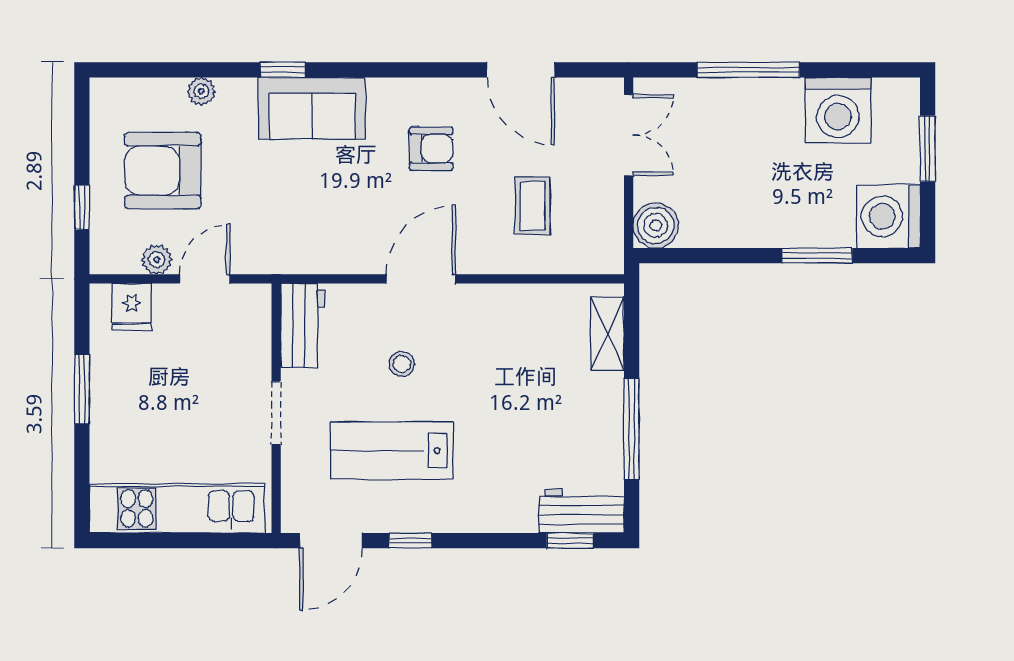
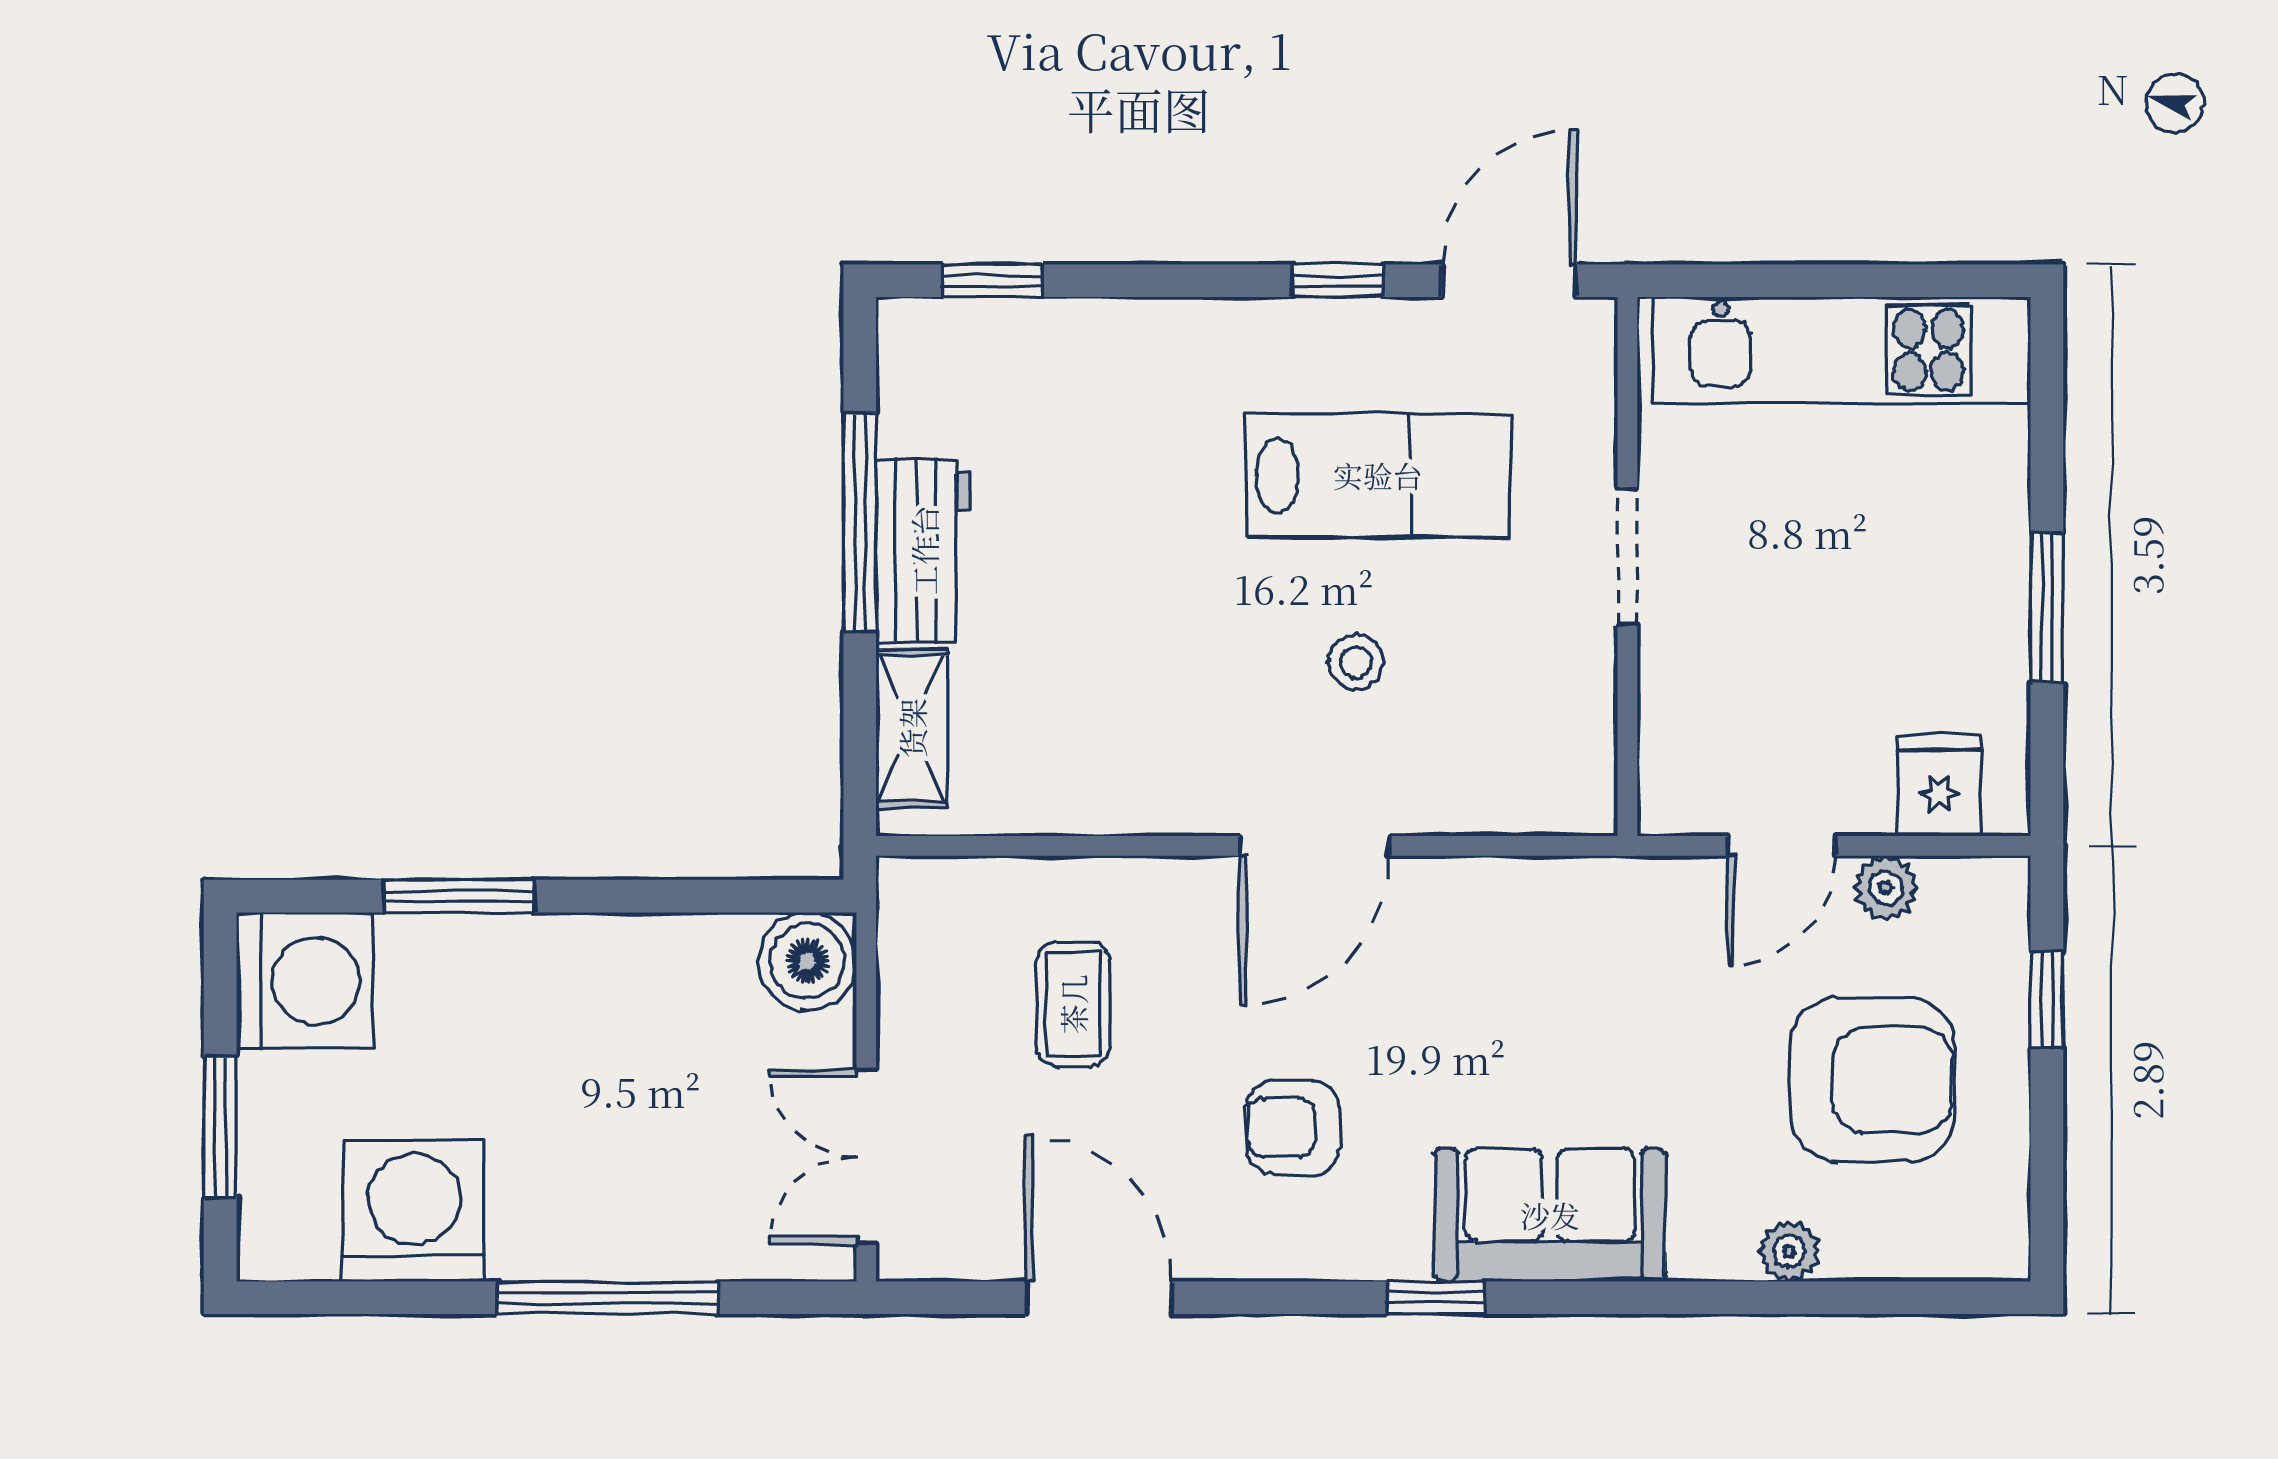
window: (283, 70) -> (1435, 1298), moved
workbench: (302, 326) -> (1571, 745), removed
workbench: (581, 511) -> (924, 550), moved, turned -90

